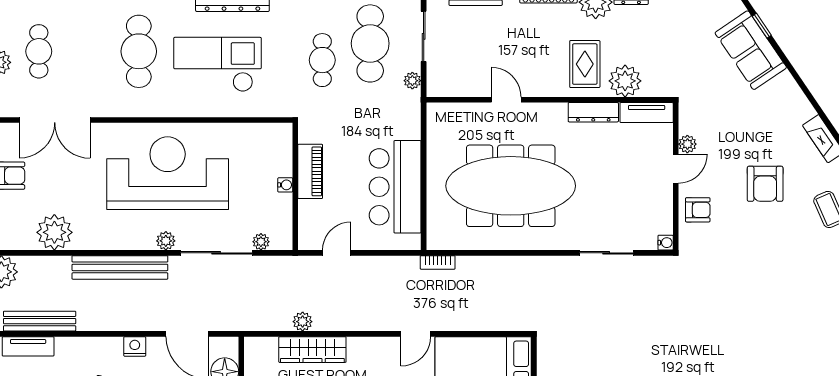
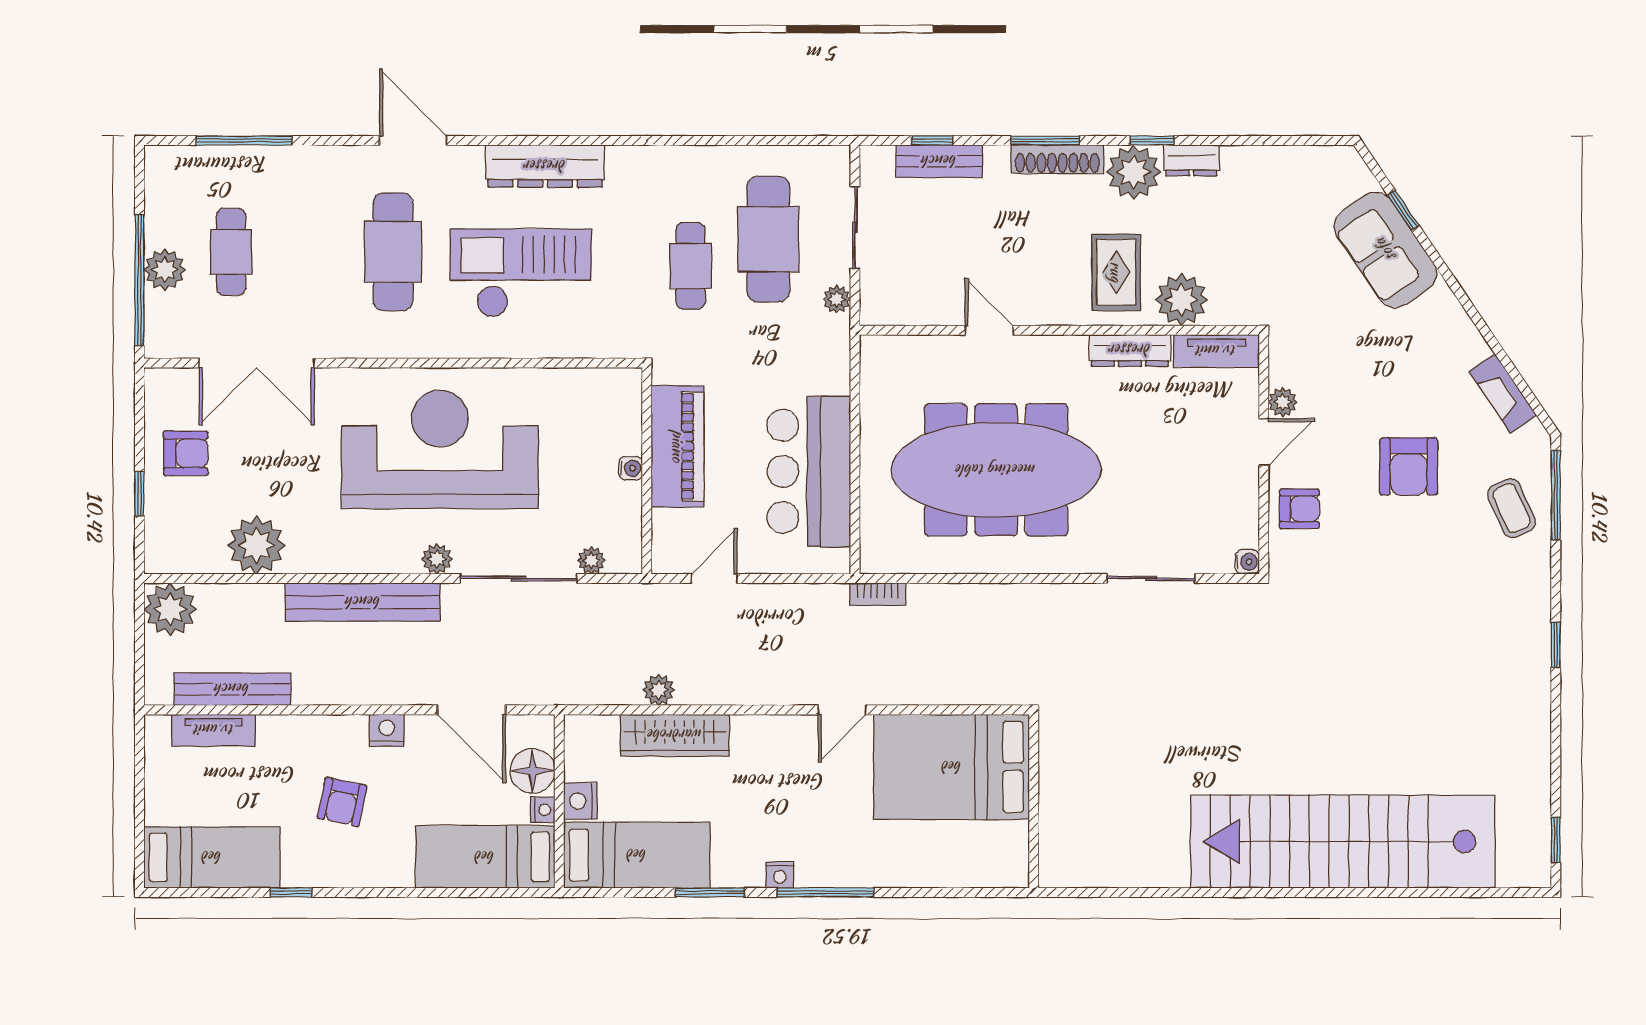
piano: (310, 171) -> (678, 446), width x1.37, depth x1.33

